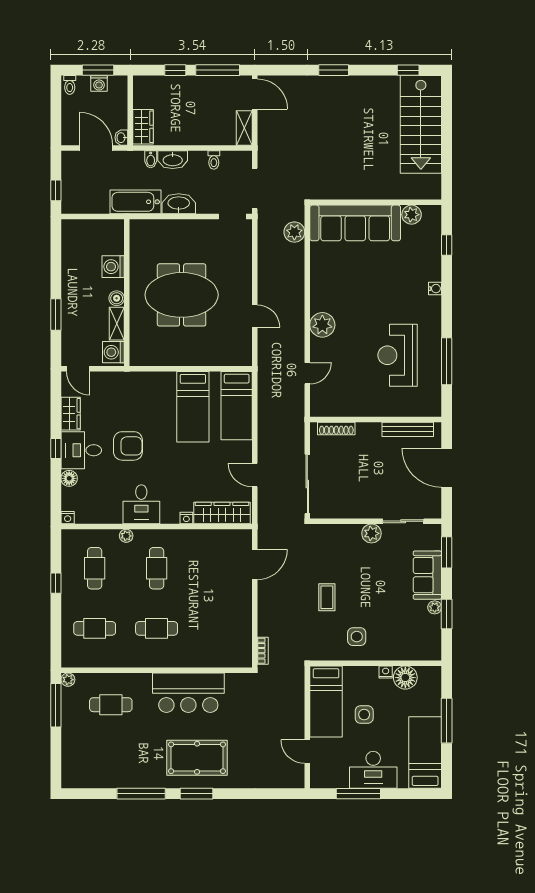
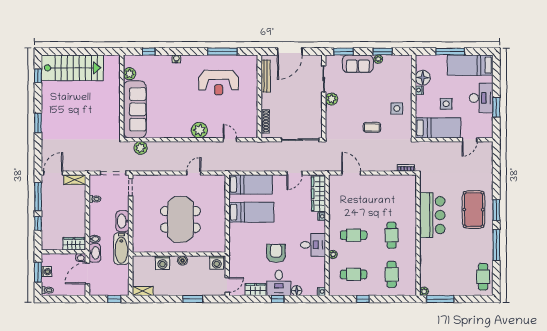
washbasin: (173, 160) -> (95, 253), moved
shelving: (117, 324) -> (143, 291), moved
cafe table: (111, 705) -> (483, 277), moved
window: (358, 794) -> (496, 107), width x0.69

